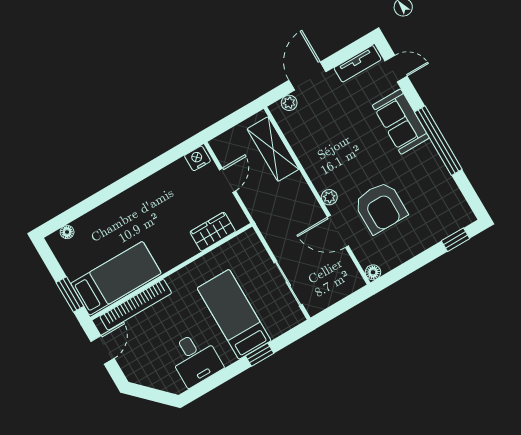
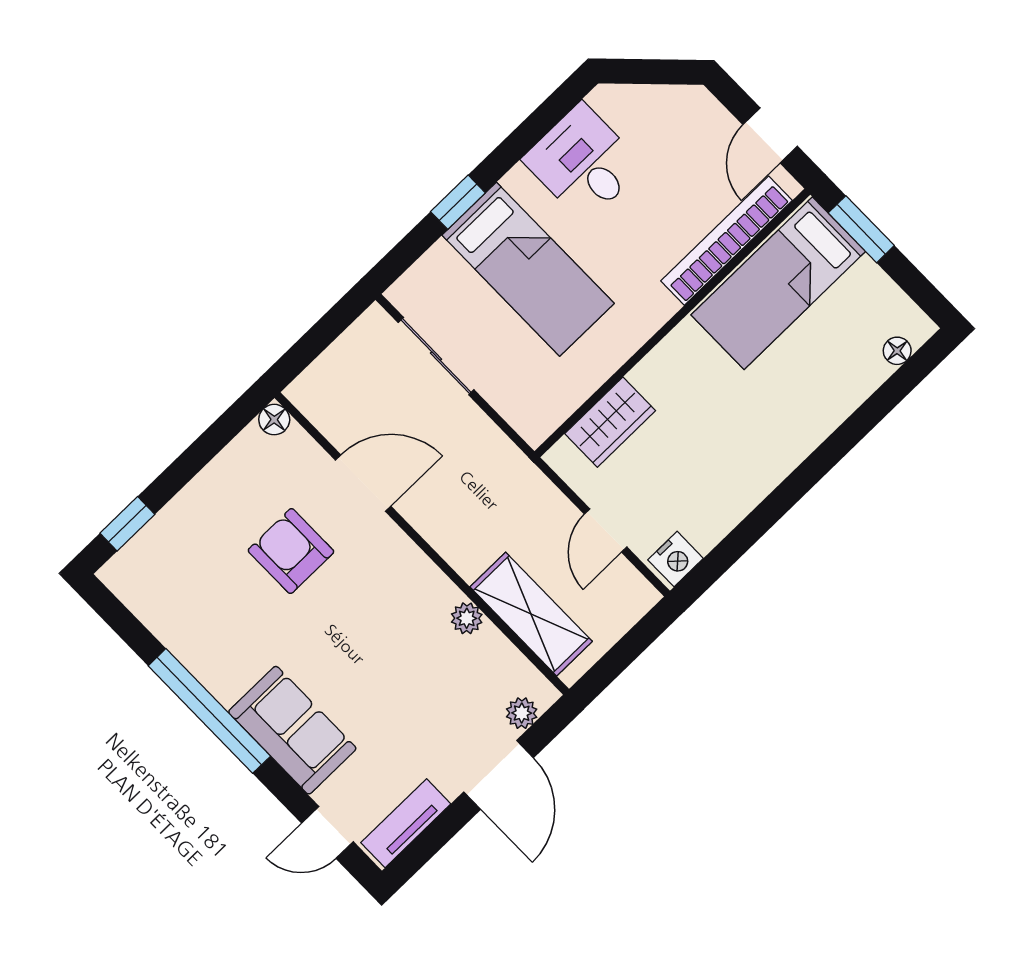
plant: (329, 197) -> (467, 618), moved
armchair: (380, 207) -> (291, 551), width x0.73, depth x0.73

